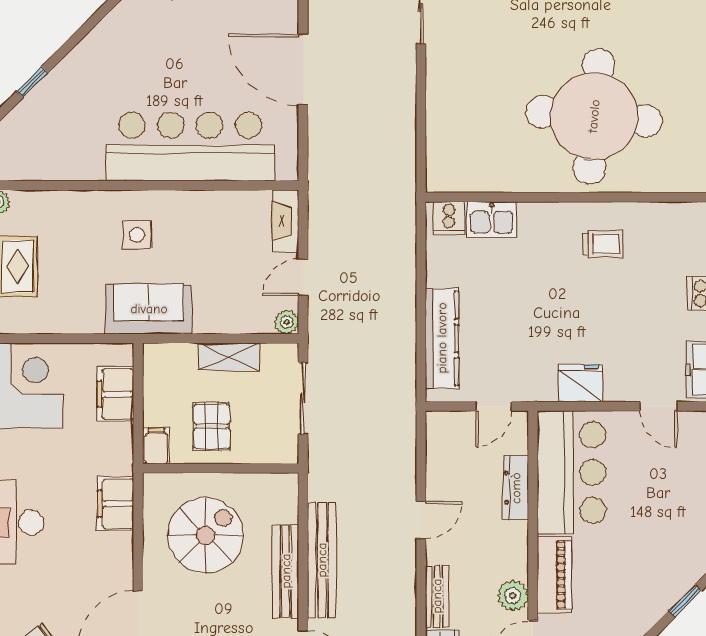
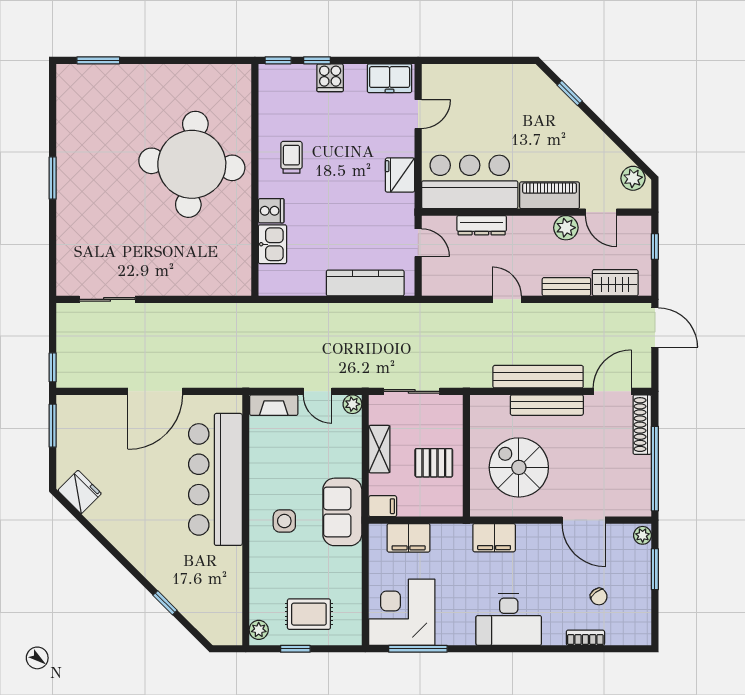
cooker: (449, 218) -> (271, 211), moved
filing cabinet: (156, 446) -> (383, 506), moved, turned 180

